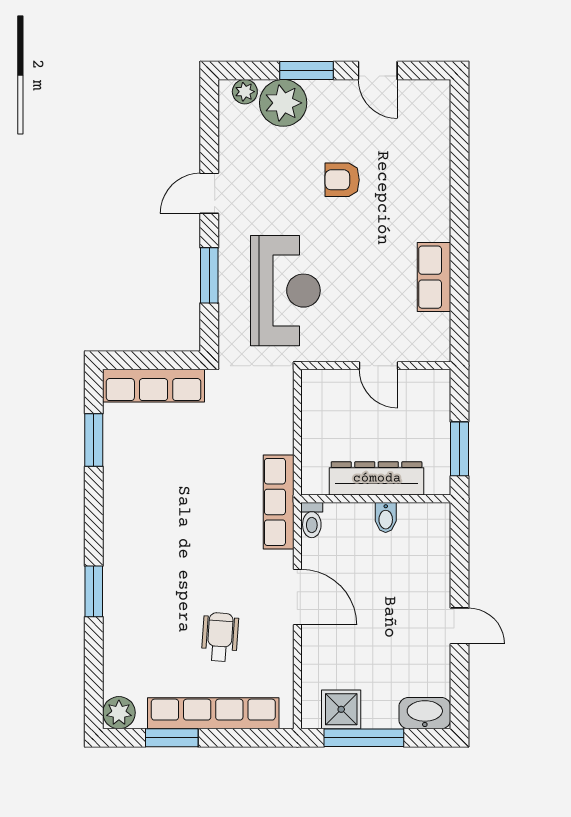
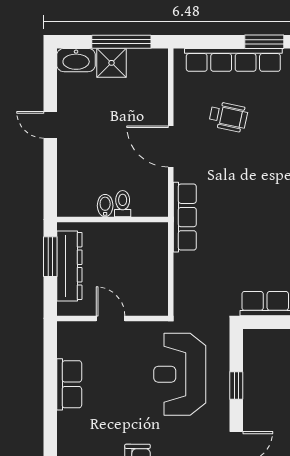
window: (209, 275) -> (236, 386), width x0.67
dresser: (377, 478) -> (69, 266), moved, turned -90
toilet: (312, 520) -> (123, 204), moved
wheelchair: (220, 637) -> (228, 117), turned -82
shower: (341, 709) -> (112, 63), moved

